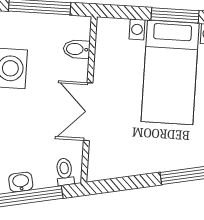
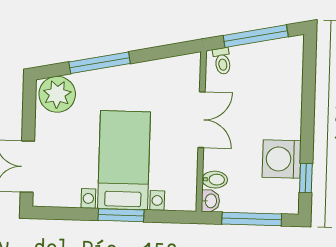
washbasin: (21, 182) -> (210, 201), moved, turned -79

